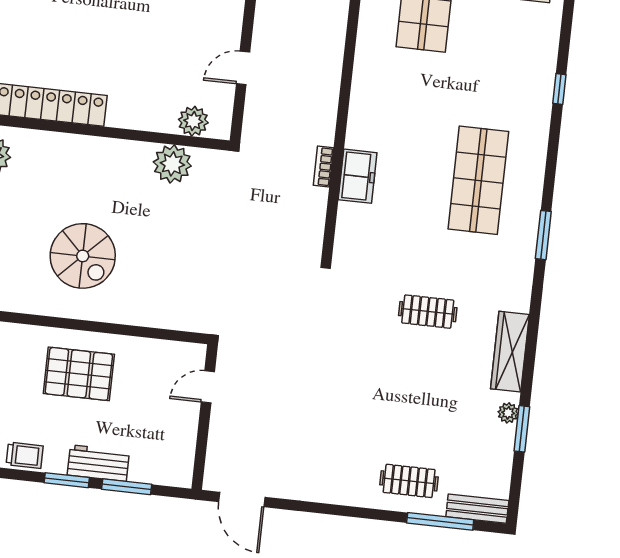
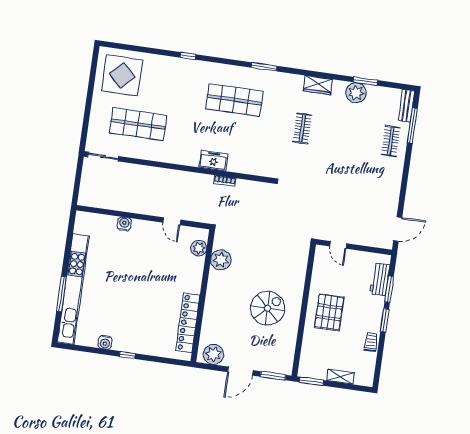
freezer: (358, 176) -> (213, 161), moved
wardrobe: (510, 352) -> (318, 85), width x0.67
plant: (508, 413) -> (356, 93), width x1.87, depth x1.87
workbench: (98, 463) -> (380, 279), moved

